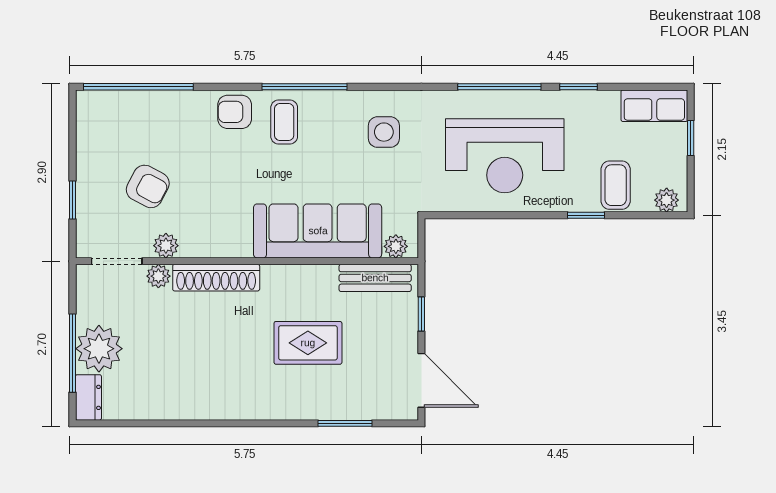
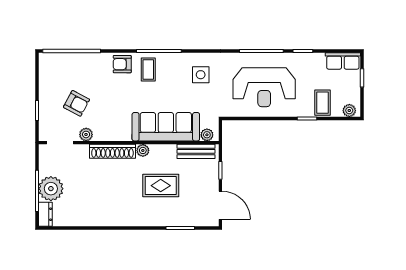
plant: (158, 276) -> (143, 150), moved

